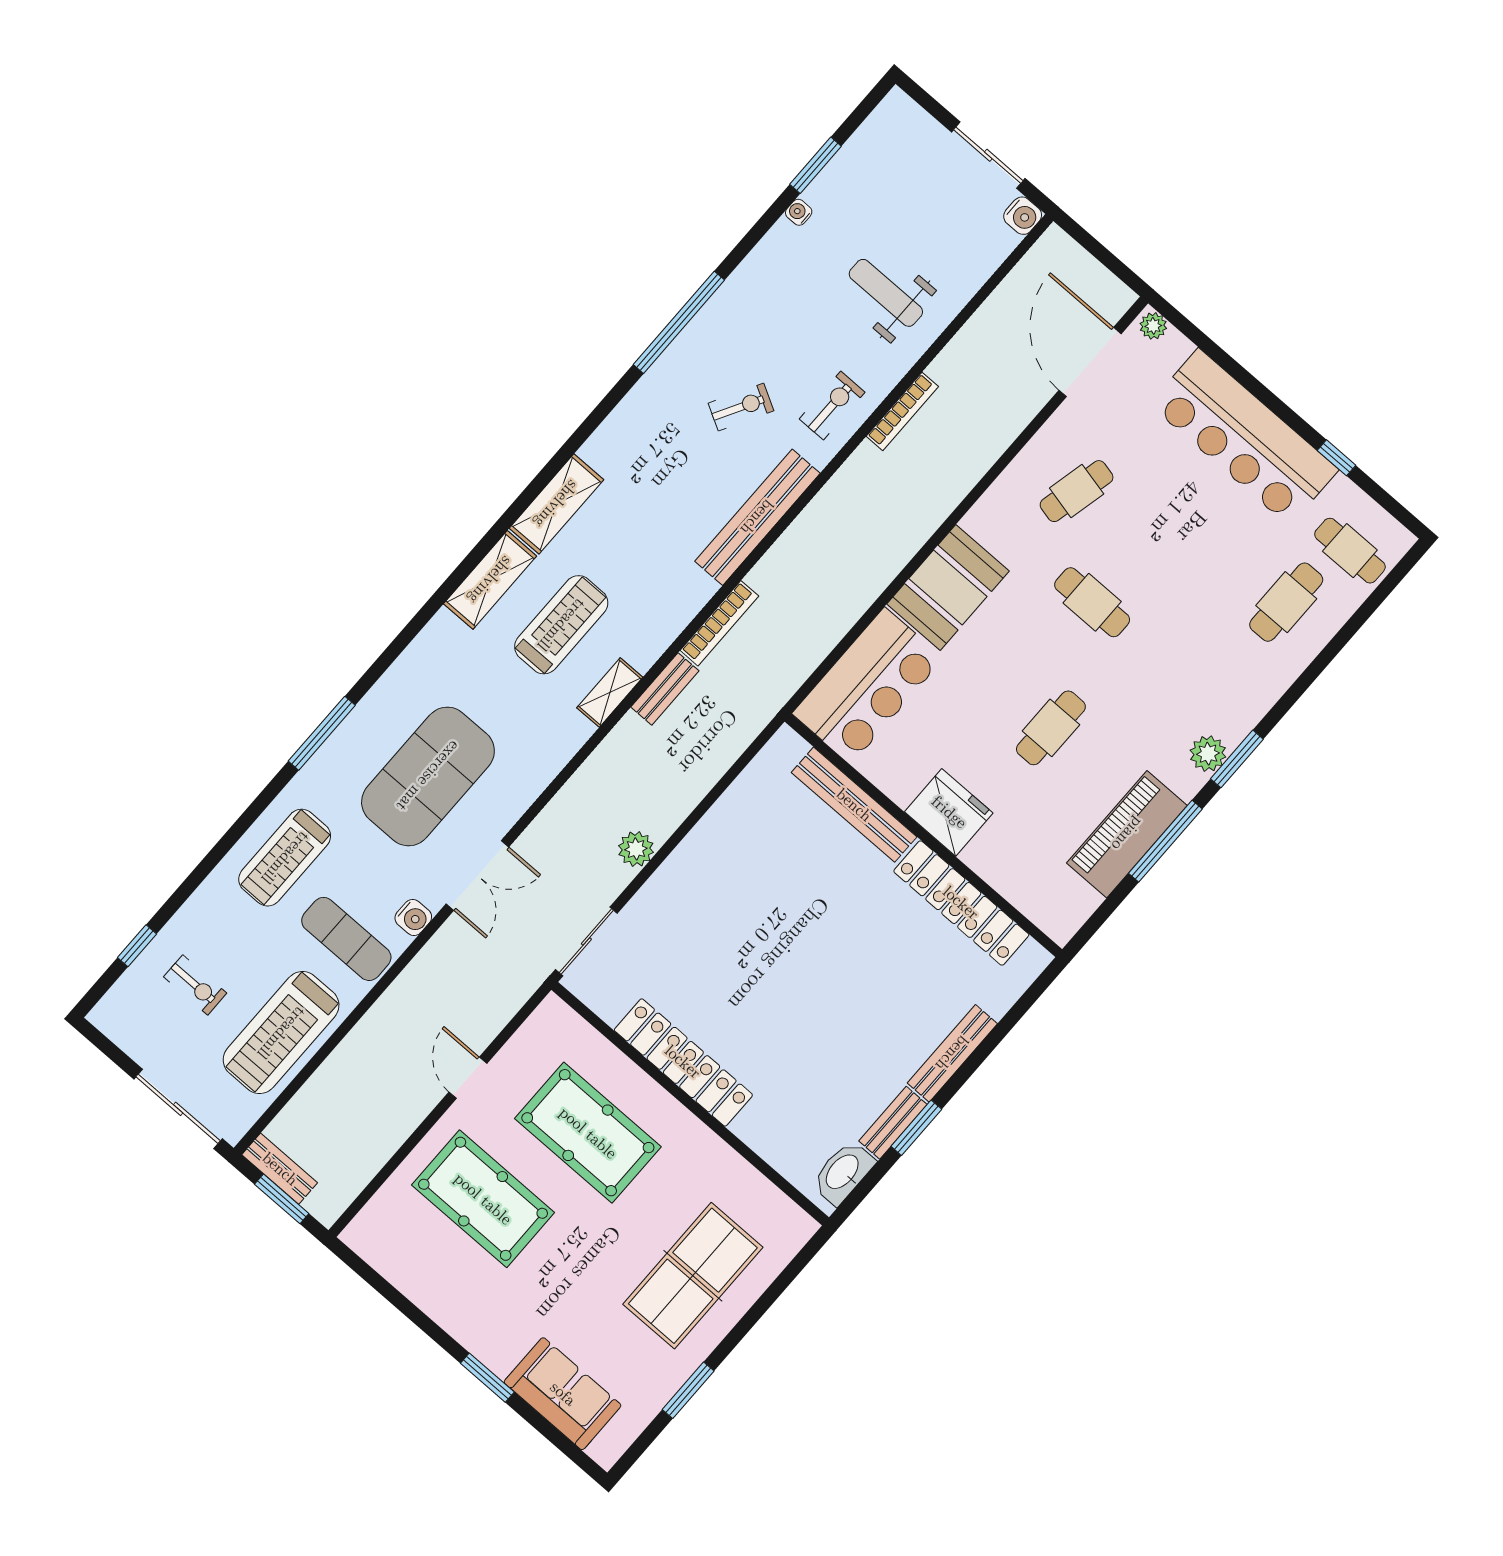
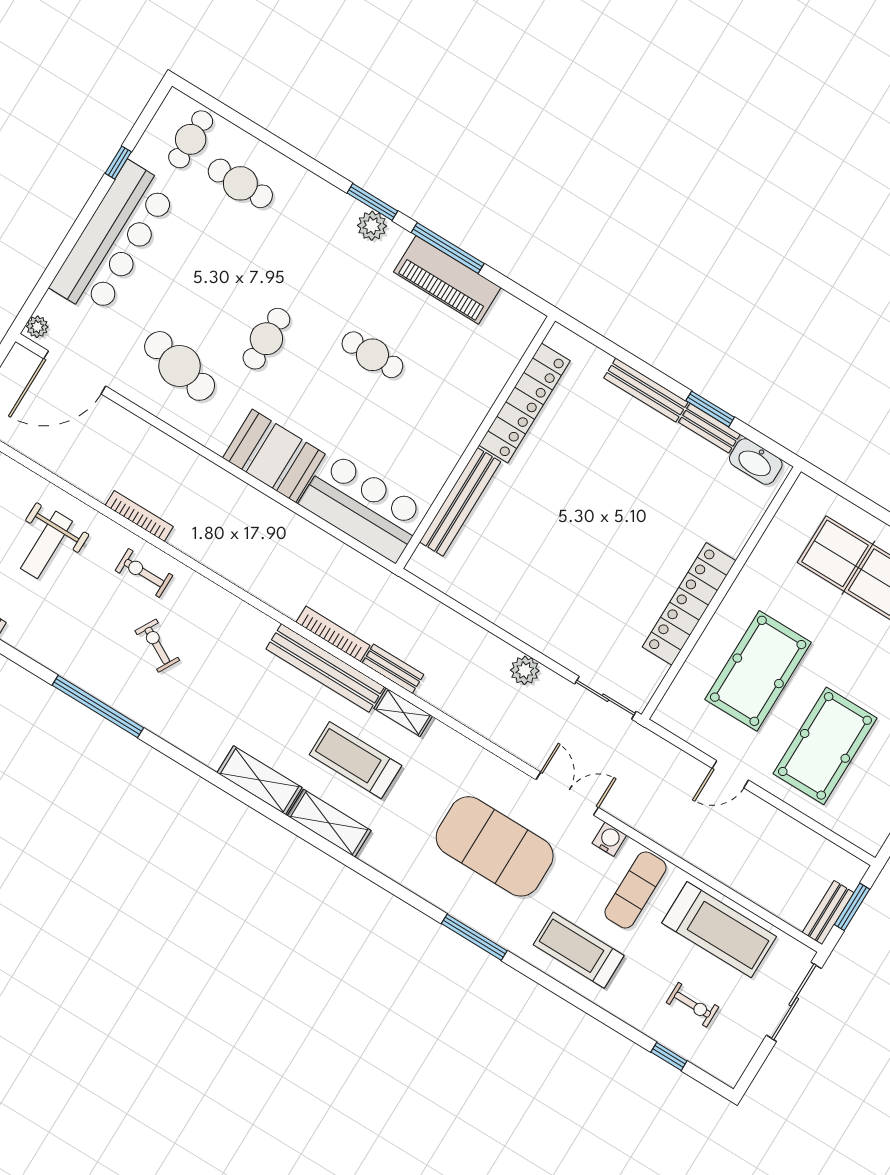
cafe table: (1077, 491) -> (180, 366), width x1.37, depth x1.35
bench: (757, 517) -> (325, 668), moved
fridge: (949, 812) -> (454, 425), removed
treadmill: (285, 858) -> (579, 950), turned 180
exercise bike: (195, 985) -> (693, 1005), turned 90

